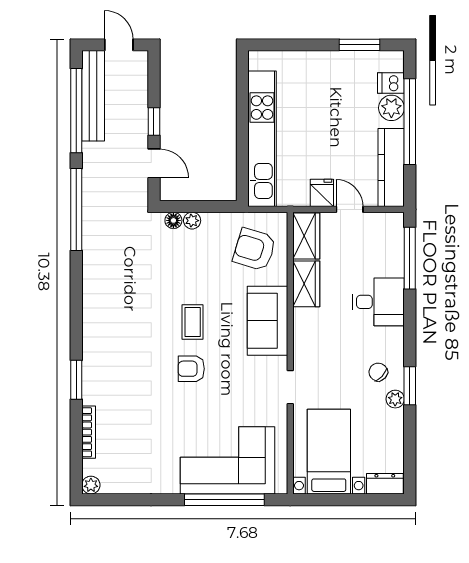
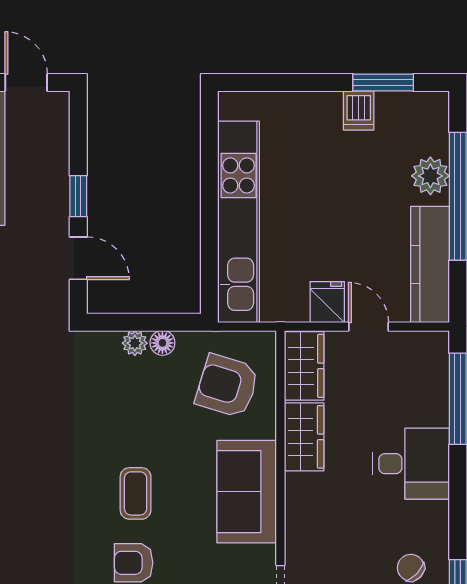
dishwasher: (391, 83) -> (359, 110), moved, turned -90
floor lamp: (173, 220) -> (162, 343), moved

